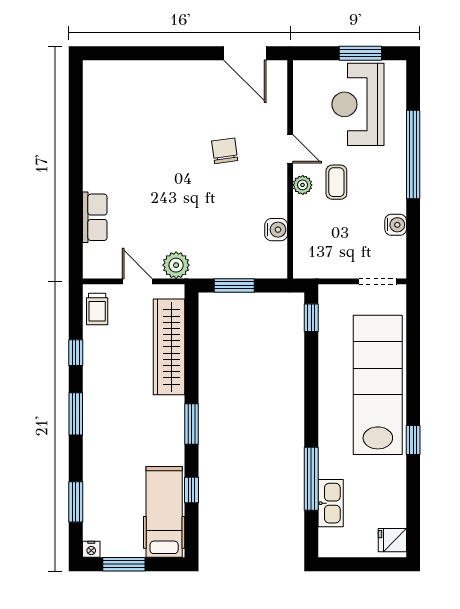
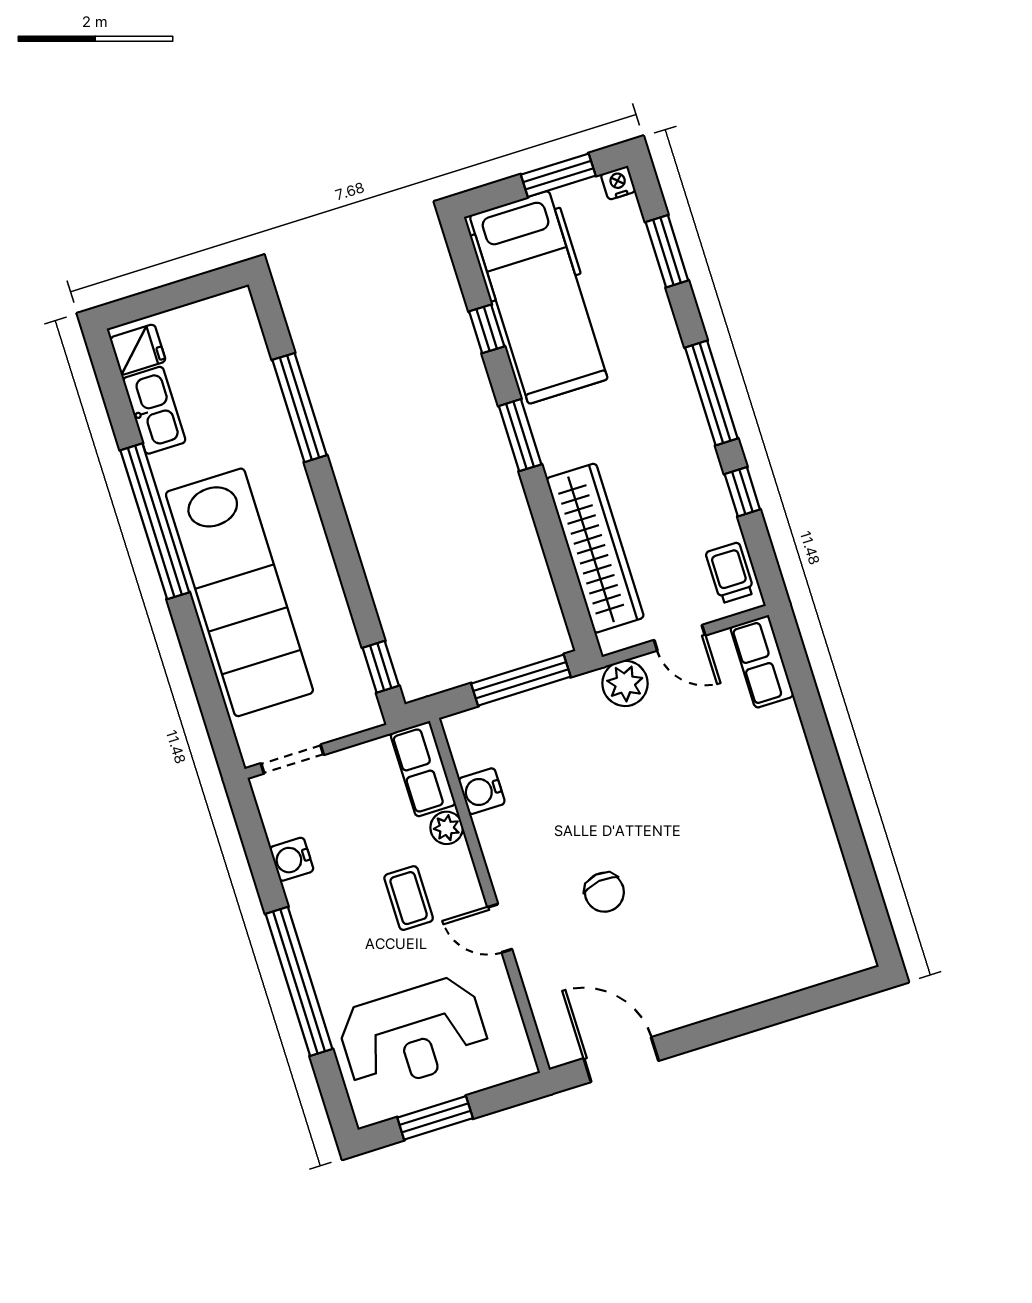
reception desk: (358, 104) -> (413, 1034), turned 90
plant: (303, 185) -> (447, 828), moved
row of seats: (95, 217) -> (762, 662), moved
row of seats: (305, 253) -> (423, 769), added
window: (234, 285) -> (521, 680), width x1.44
window: (76, 414) -> (711, 393), width x1.44
window: (413, 440) -> (155, 521), width x3.17
kitchen sink: (331, 503) -> (154, 410), moved, turned 180
hospital bed: (164, 512) -> (539, 297), width x1.37, depth x1.29

